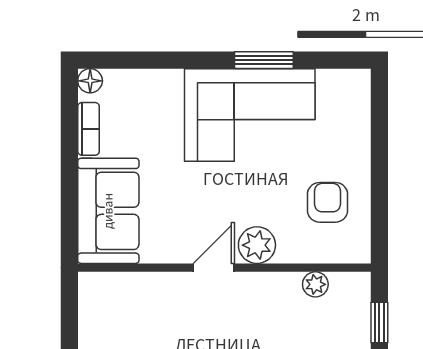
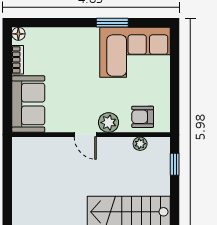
corner sofa: (250, 115) -> (135, 52), moved
armchair: (328, 202) -> (143, 117), moved, turned -90
door: (214, 268) -> (85, 135), swing flipped

